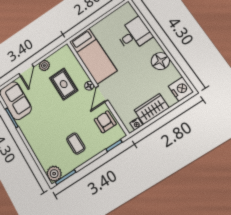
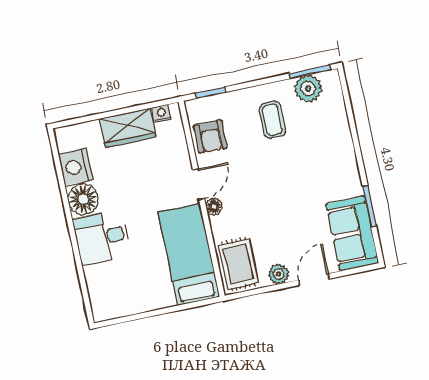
desk: (134, 34) -> (102, 237), moved
rug: (64, 84) -> (238, 264), moved
nightstand: (181, 89) -> (76, 167), moved
plant: (54, 174) -> (308, 88), moved

